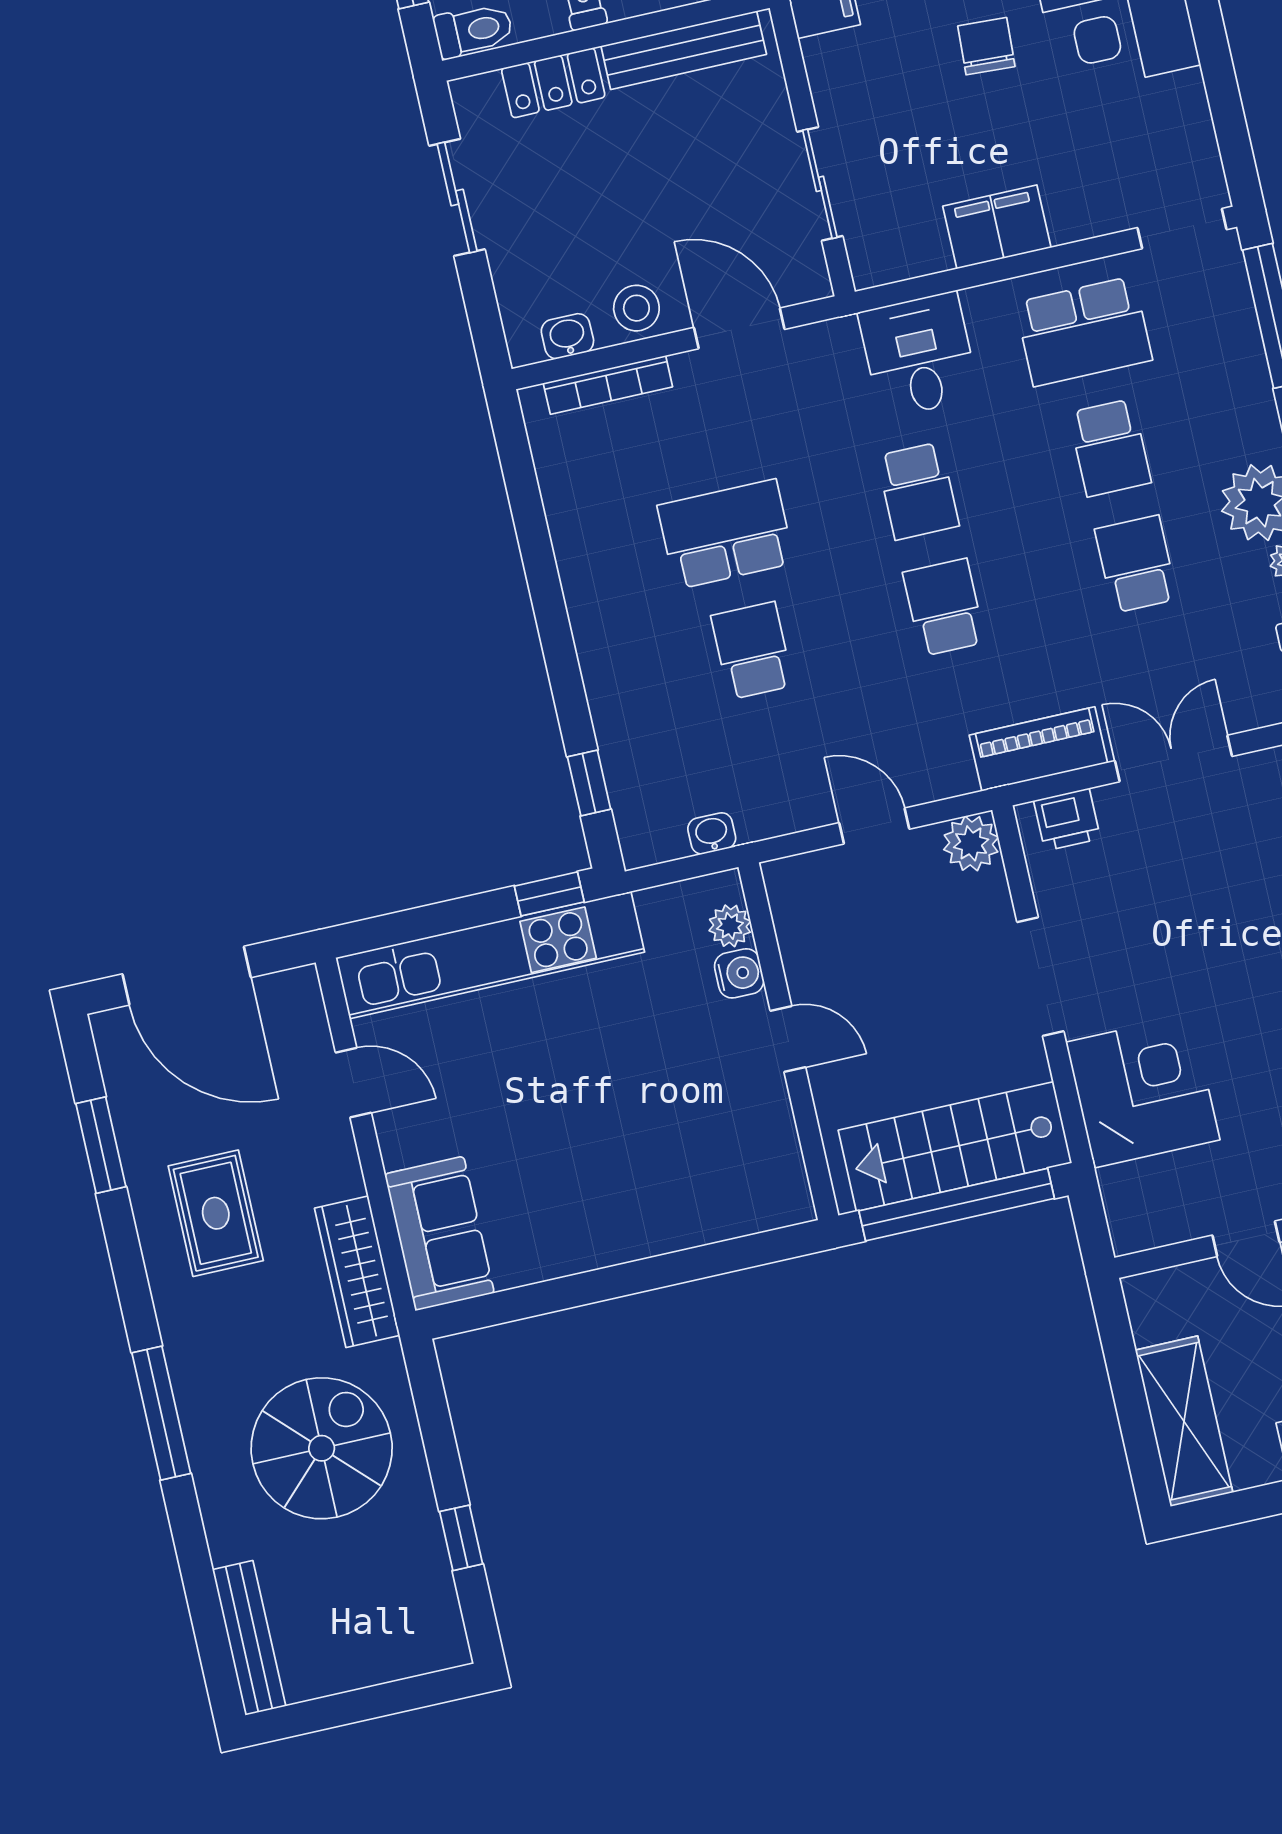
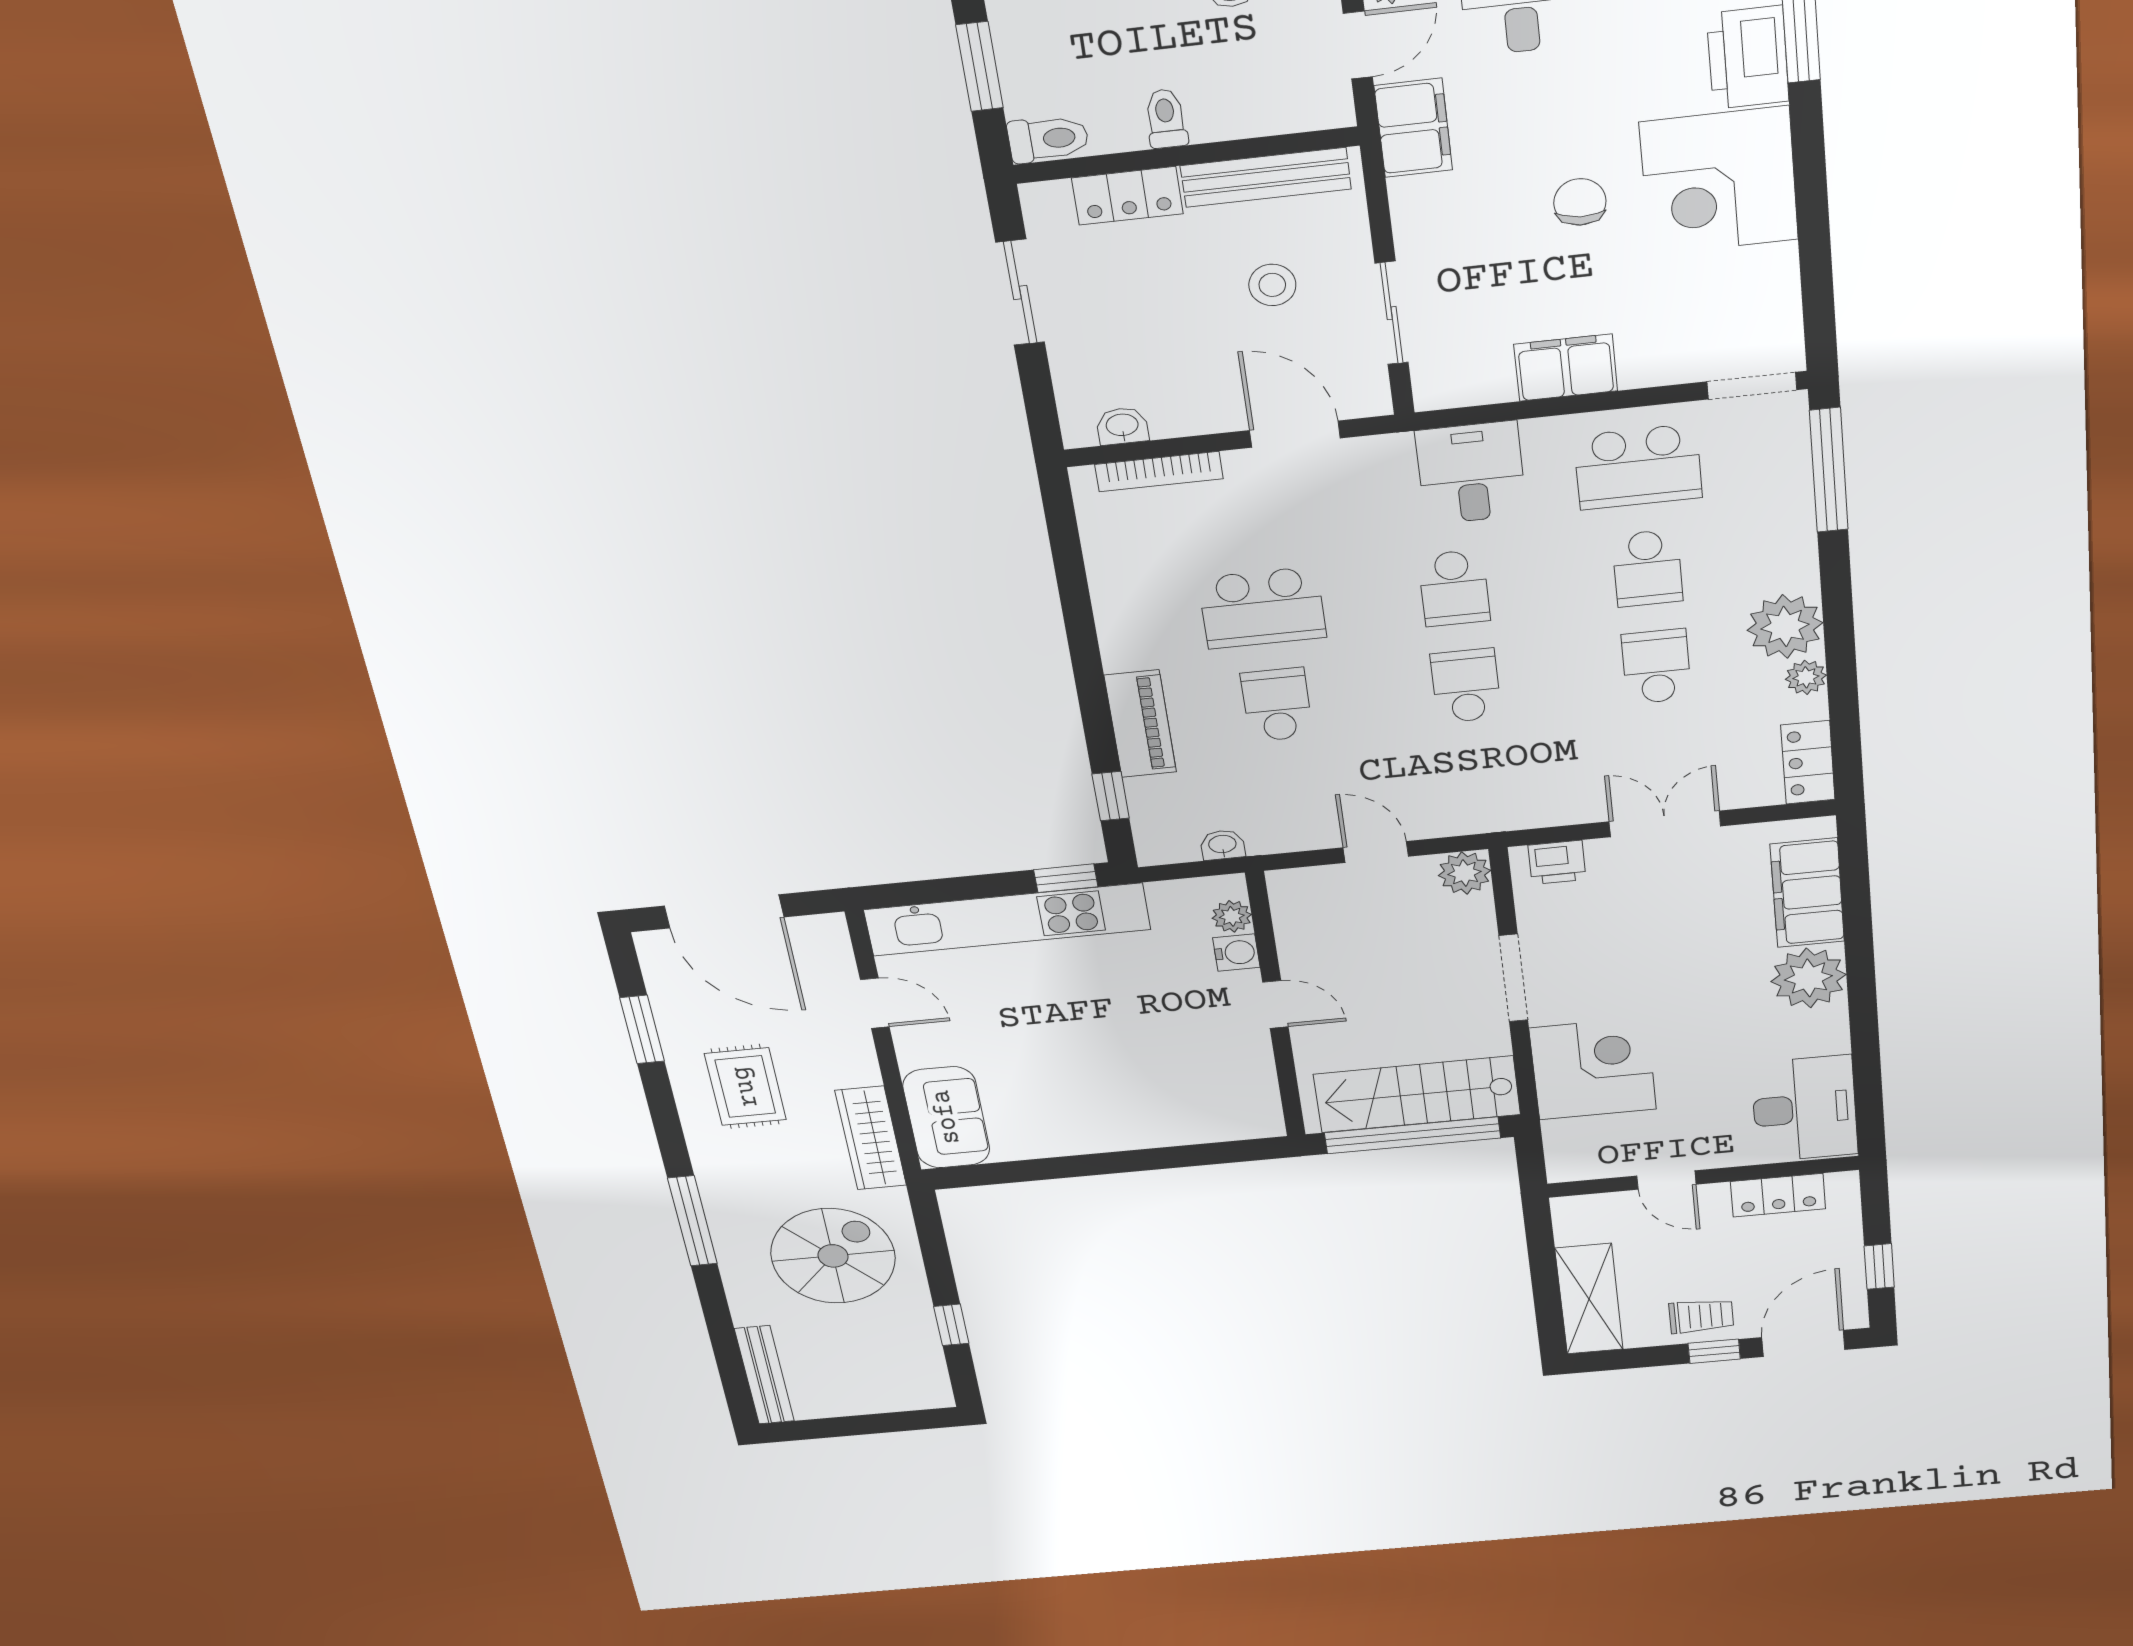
stool: (636, 308) -> (1272, 285), moved
school desk: (726, 534) -> (1262, 608), turned 180
piano: (1038, 749) -> (1140, 724), moved, turned 90

